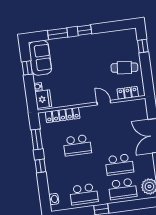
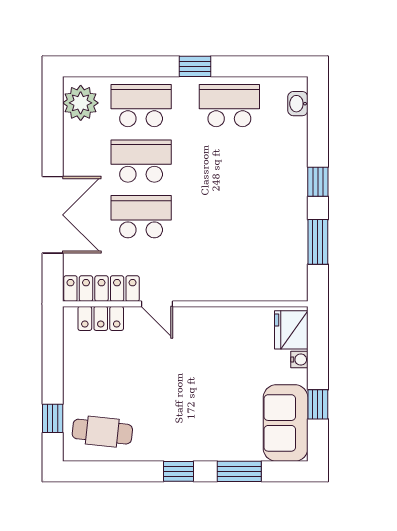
cafe table: (124, 68) -> (102, 432), moved
locker: (63, 115) -> (102, 289), moved
school desk: (77, 145) -> (141, 217), moved

